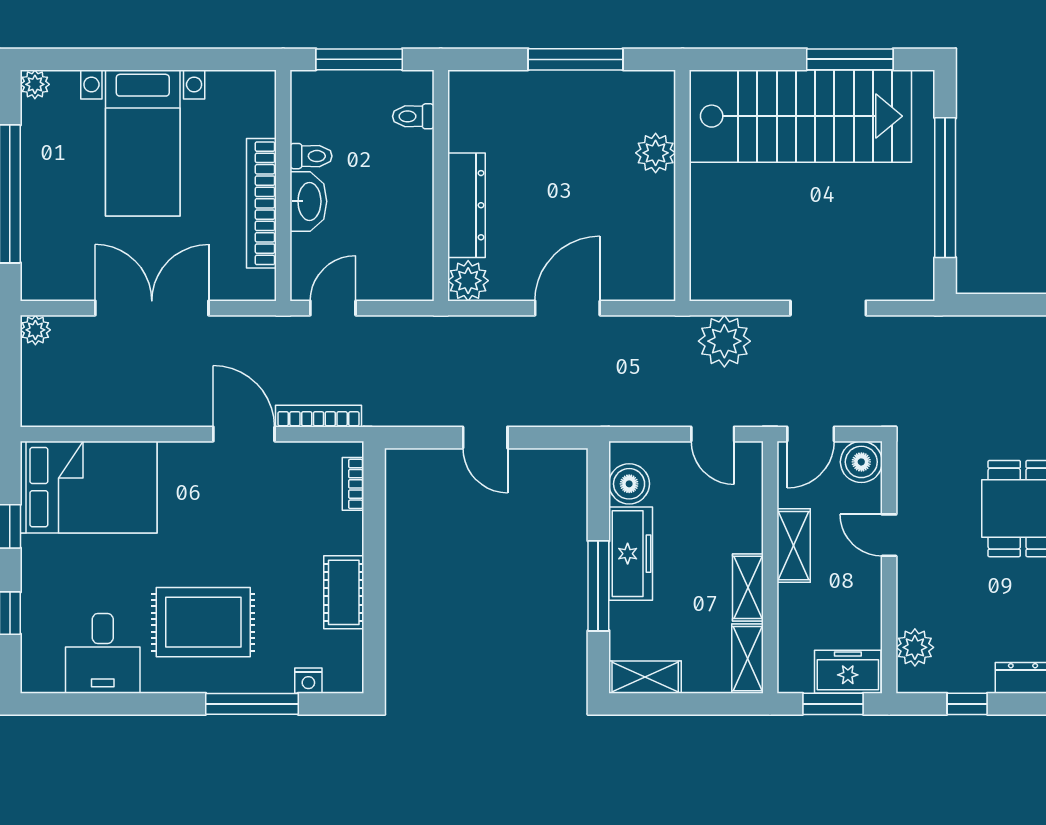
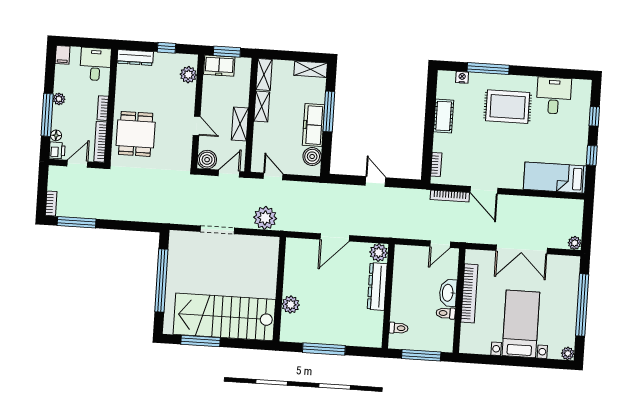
bed: (89, 487) -> (555, 178), width x0.67

